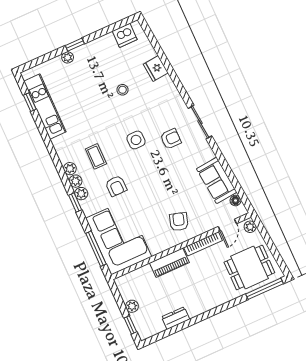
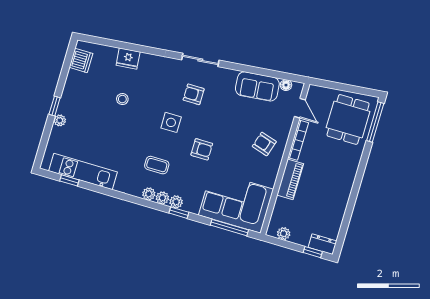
armchair: (171, 139) -> (194, 94), turned -90
armchair: (116, 186) -> (202, 149), moved
plant: (250, 227) -> (316, 91), removed
plant: (132, 306) -> (284, 234), moved
dresser: (176, 318) -> (323, 244), moved, turned 90

